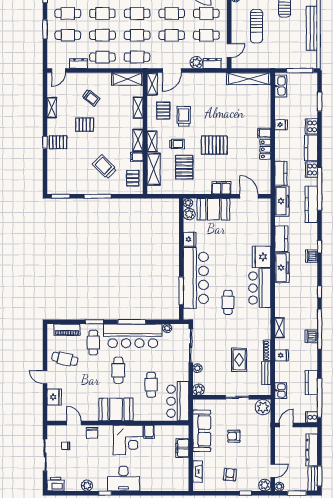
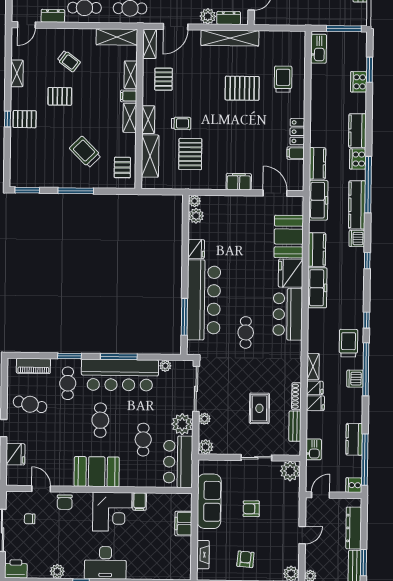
shelving: (249, 79) -> (230, 38), moved
trolley: (184, 116) -> (283, 79), moved
fridge: (281, 125) -> (315, 388), moved
cooker: (311, 126) -> (359, 82), moved
filing cabinet: (264, 133) -> (296, 153), moved
pallet: (214, 145) -> (242, 88), moved
filing cabinet: (137, 157) -> (129, 96), moved
booth: (213, 209) -> (289, 237), moved, turned 90
dishwasher: (312, 256) -> (357, 239), moved
trolley: (306, 309) -> (348, 343), added
plant: (181, 373) -> (182, 424), added
door: (273, 471) -> (302, 535), moved

